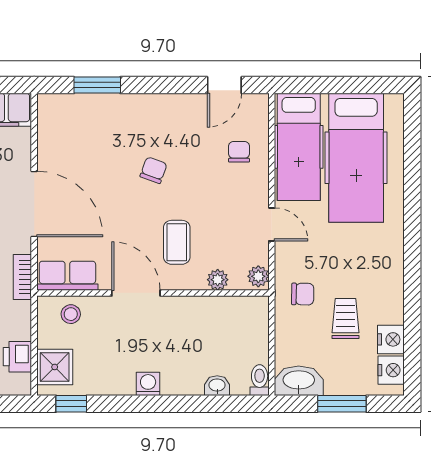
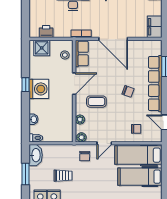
row of seats: (136, 108) -> (155, 84), added
hospital bed: (356, 158) -> (140, 177), width x0.73, depth x0.78
door: (34, 204) -> (113, 39), hinge flipped
chair: (303, 294) -> (85, 156), moved
washing machine: (148, 384) -> (39, 89), width x1.89, depth x1.89
window: (71, 404) -> (26, 85), moved

